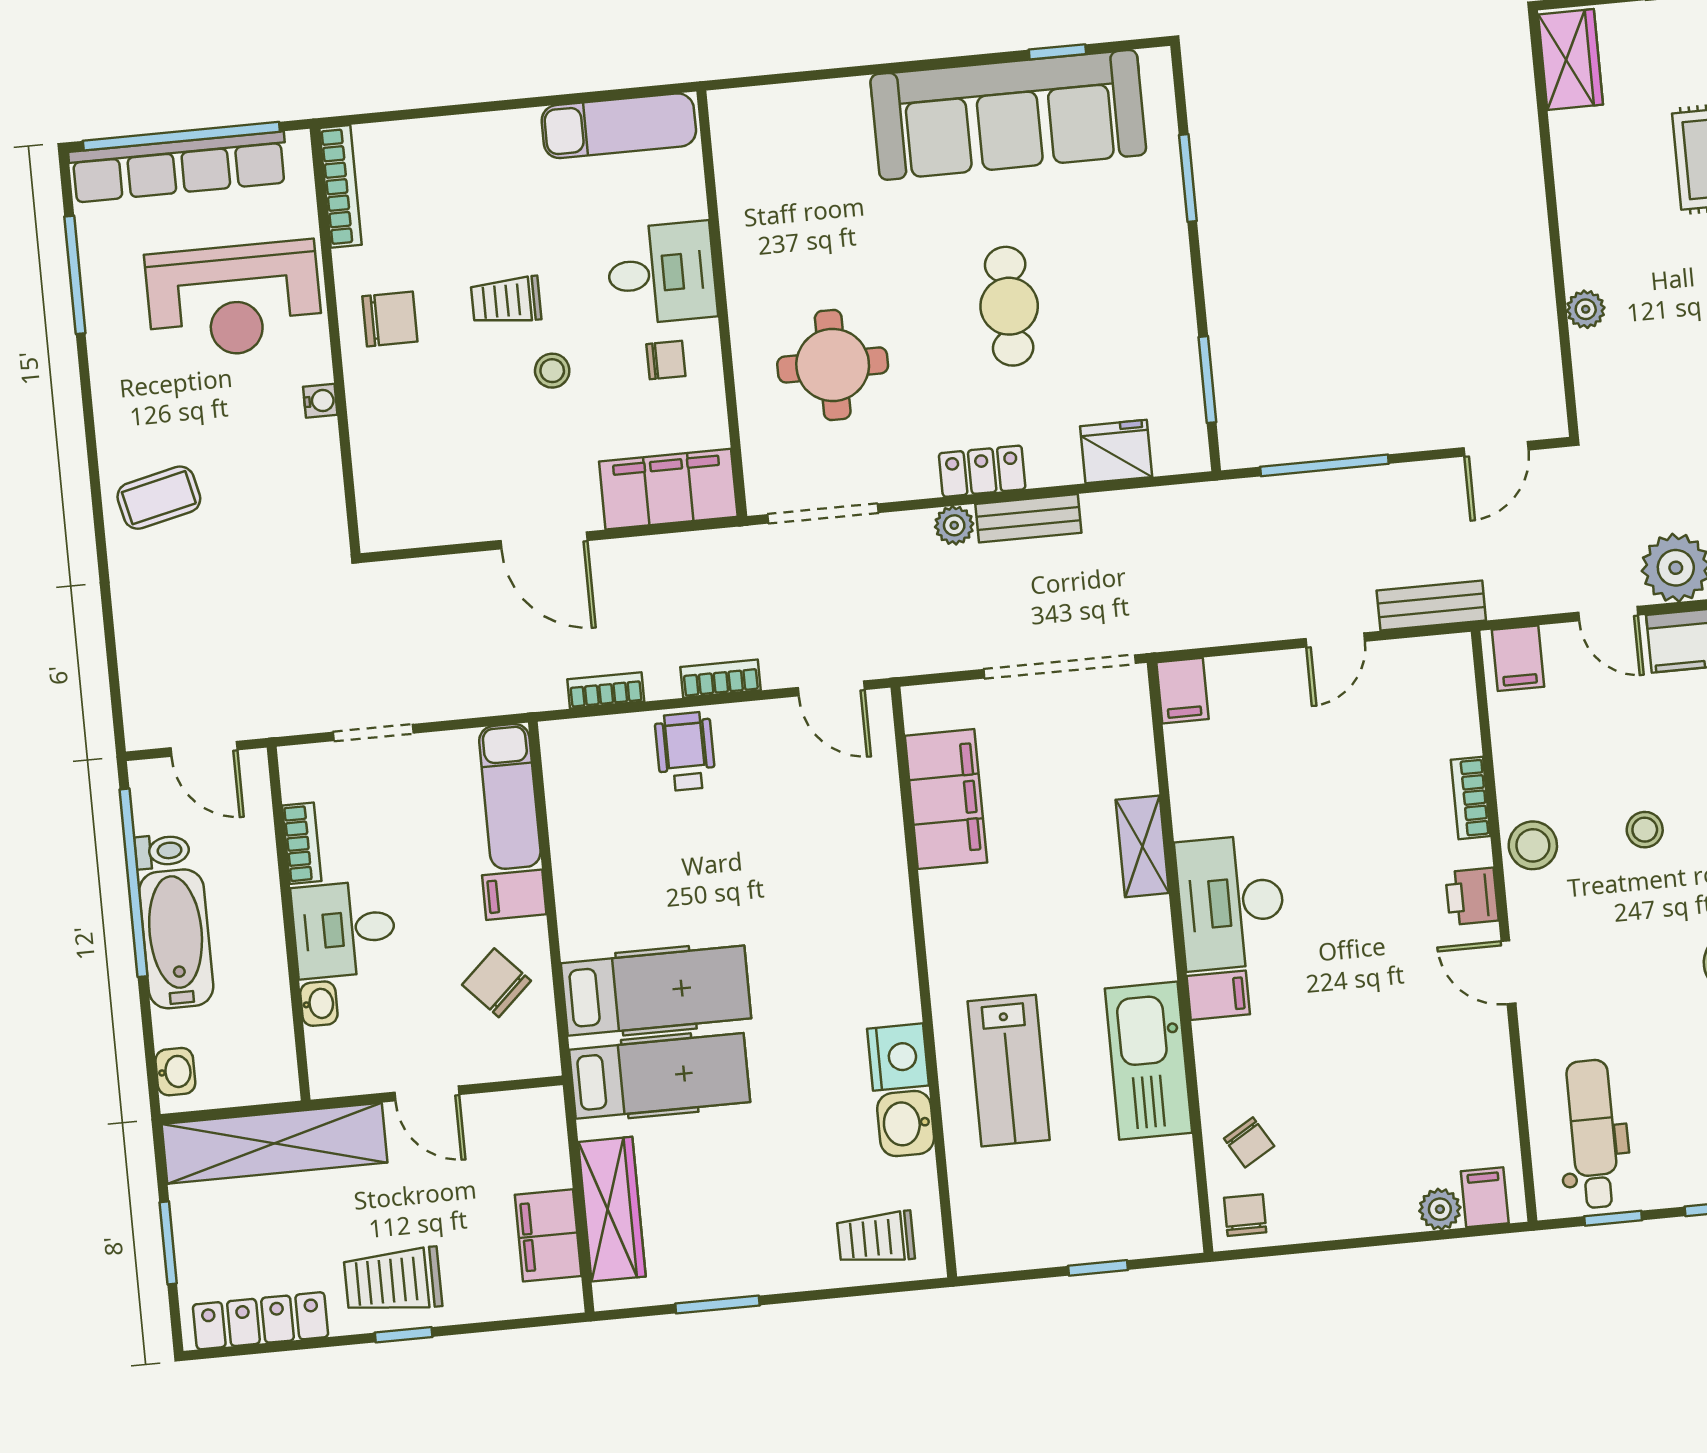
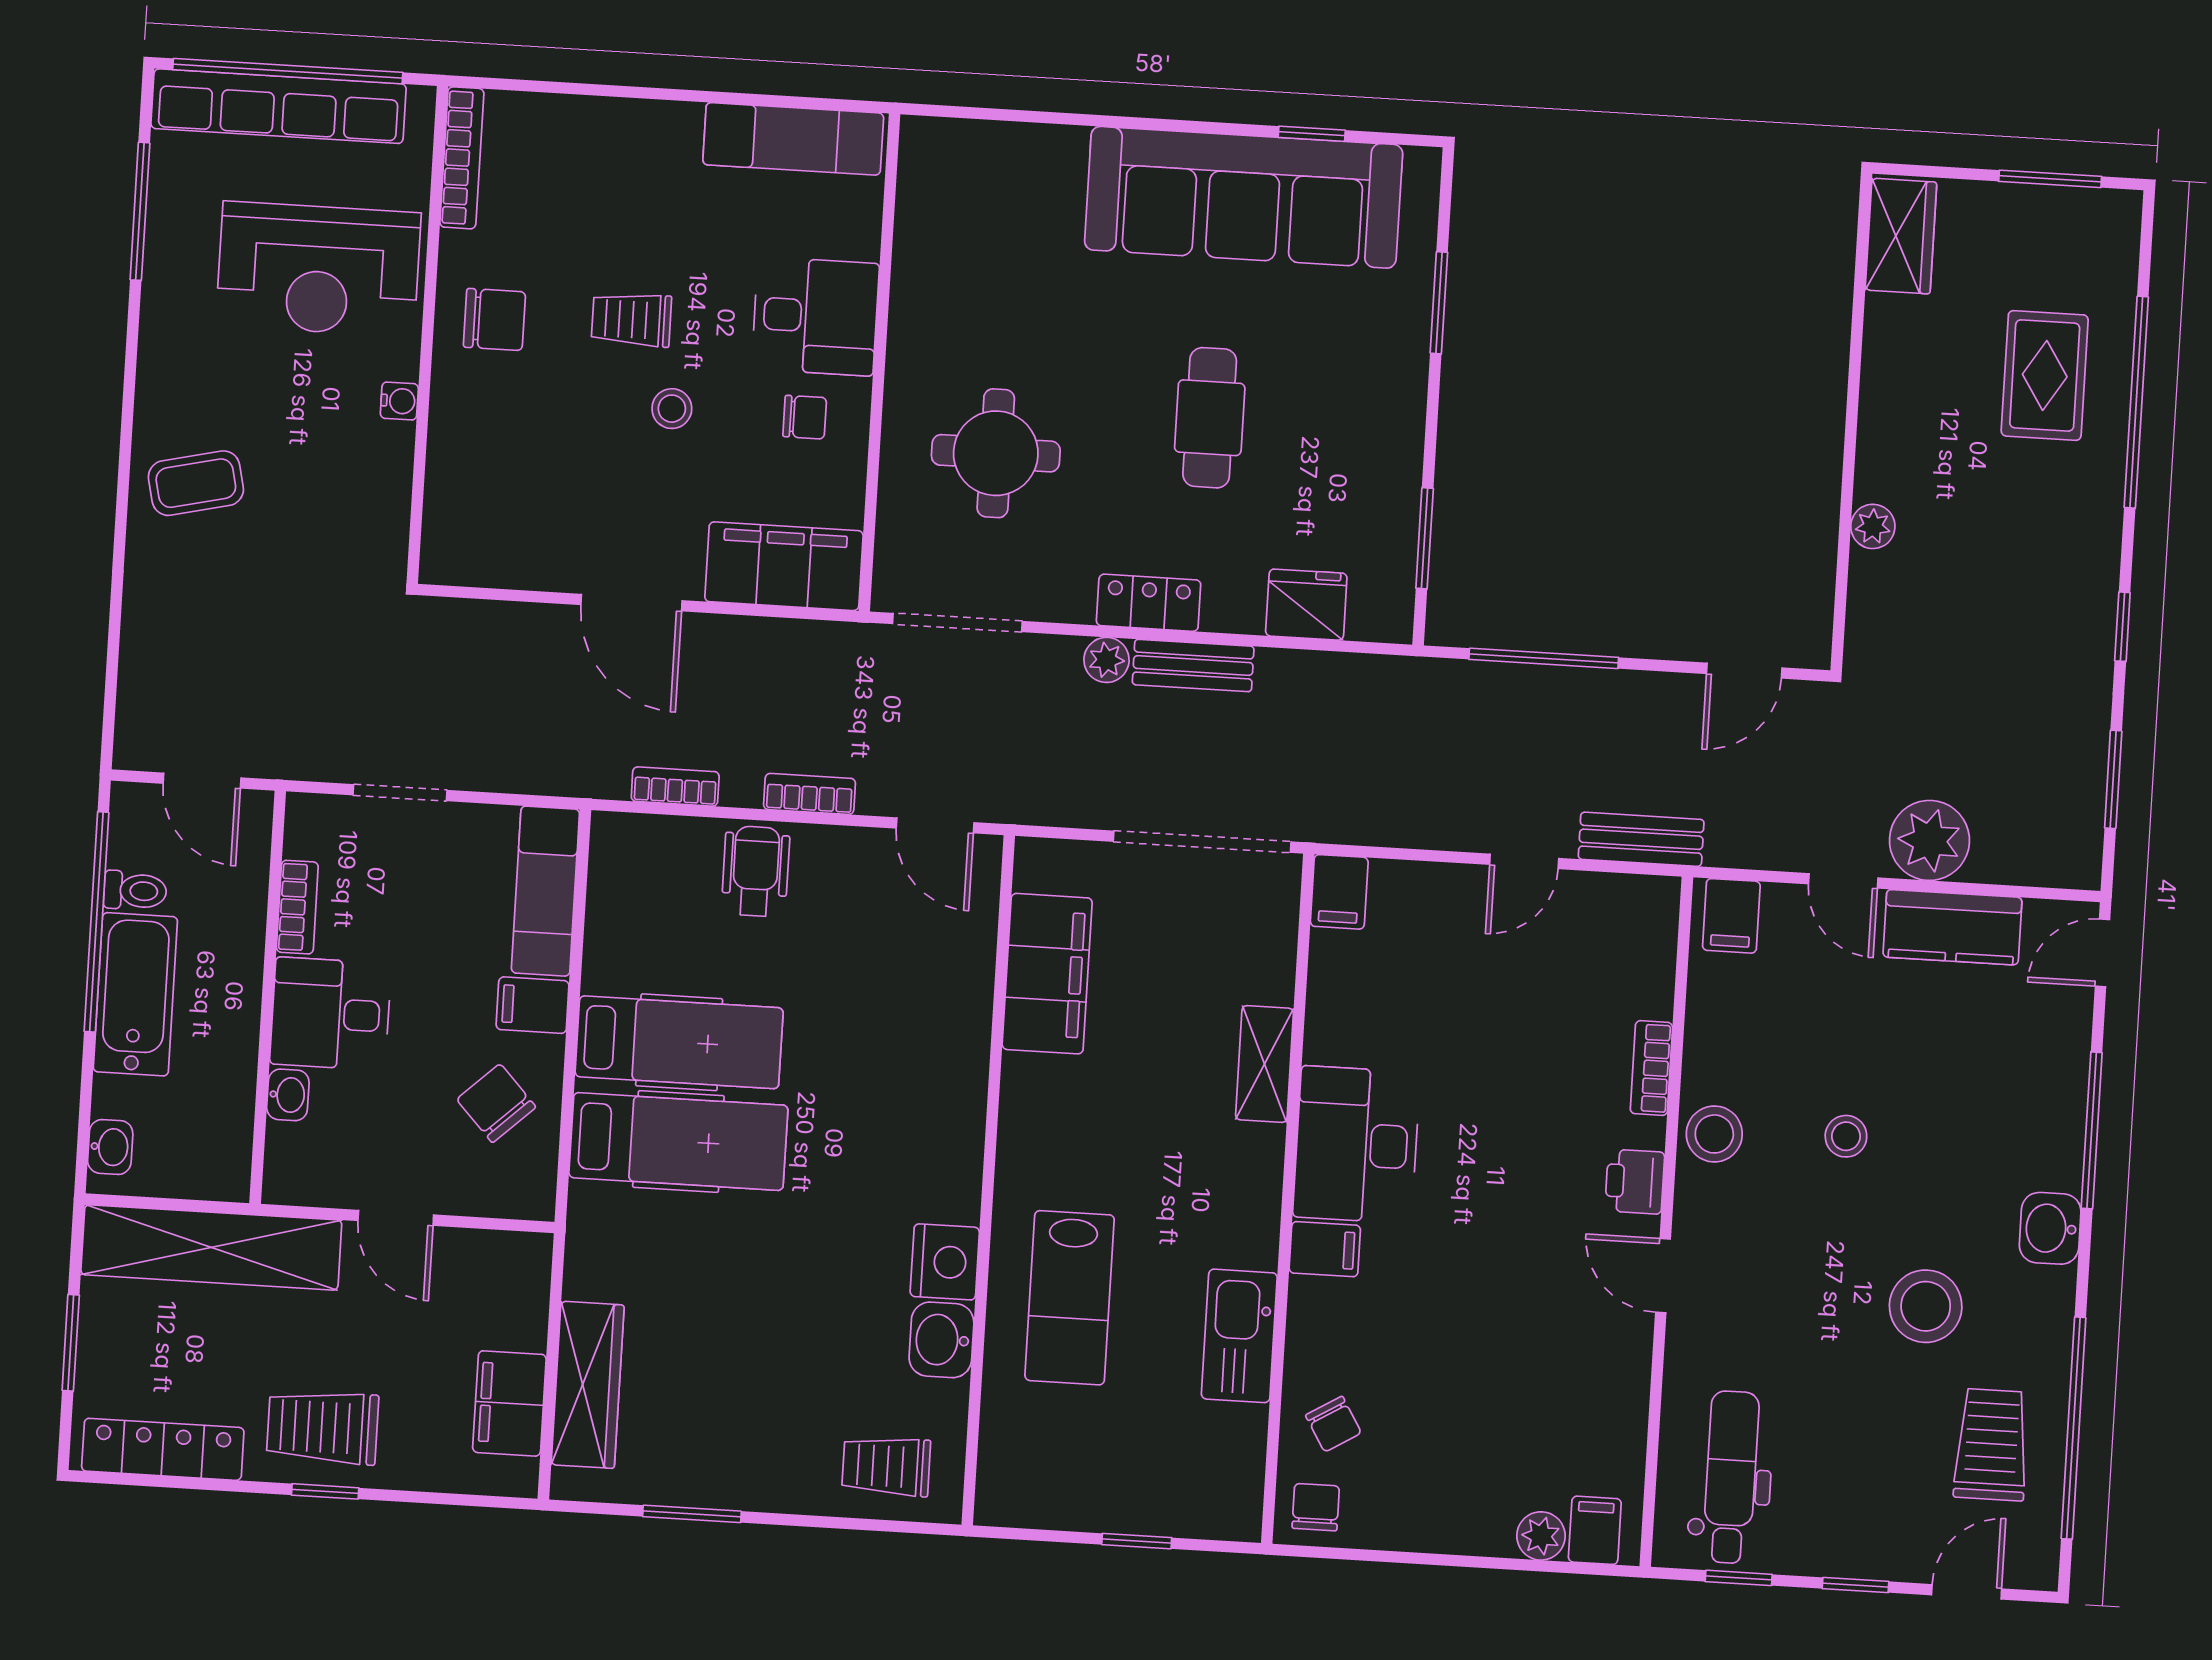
kitchen sink: (1148, 1061) -> (1239, 1336), width x0.73, depth x0.81
hospital bed: (660, 1076) -> (679, 1042), moved

